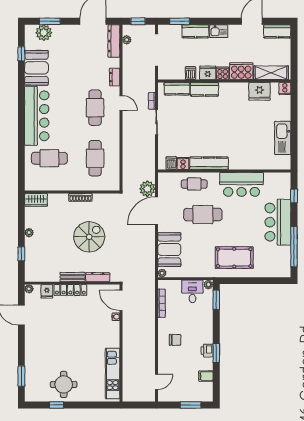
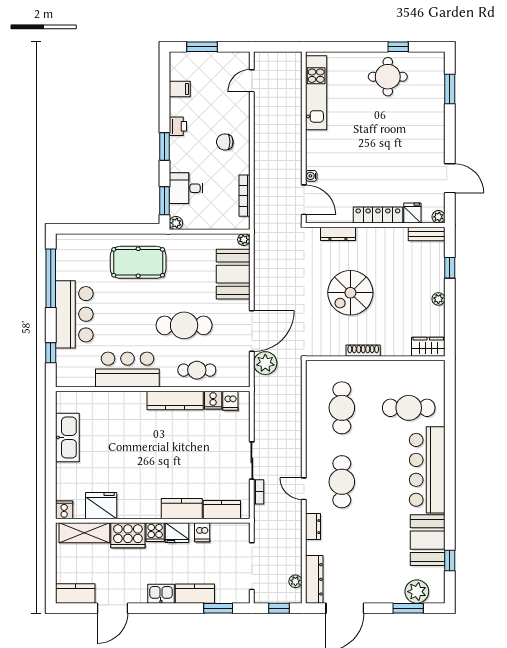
bench: (73, 277) -> (427, 234), moved
desk: (192, 291) -> (186, 188), moved, turned 90
window: (216, 353) -> (164, 147), moved

